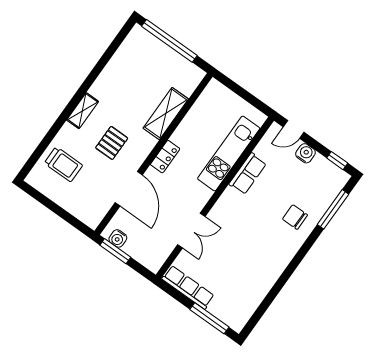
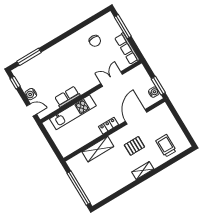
chair: (295, 217) -> (95, 41), moved

